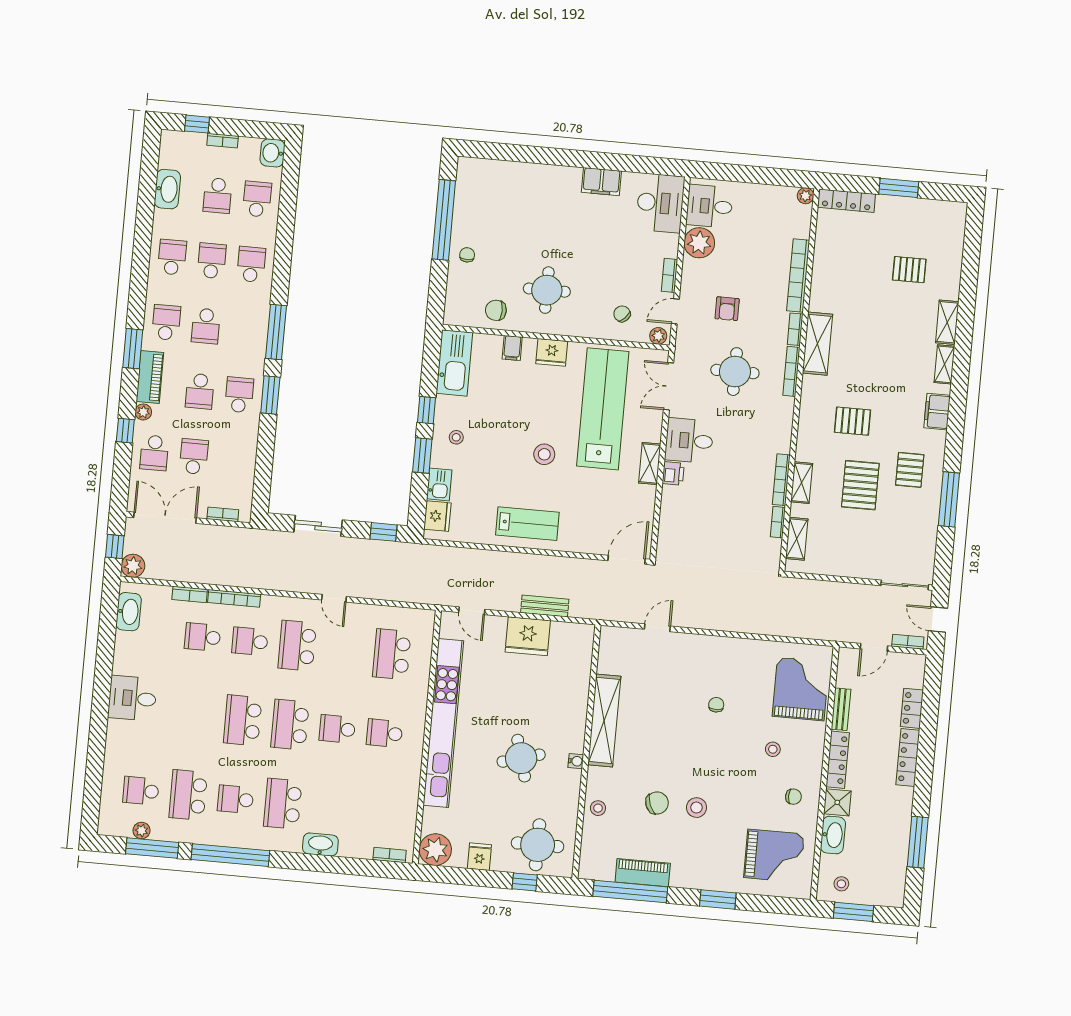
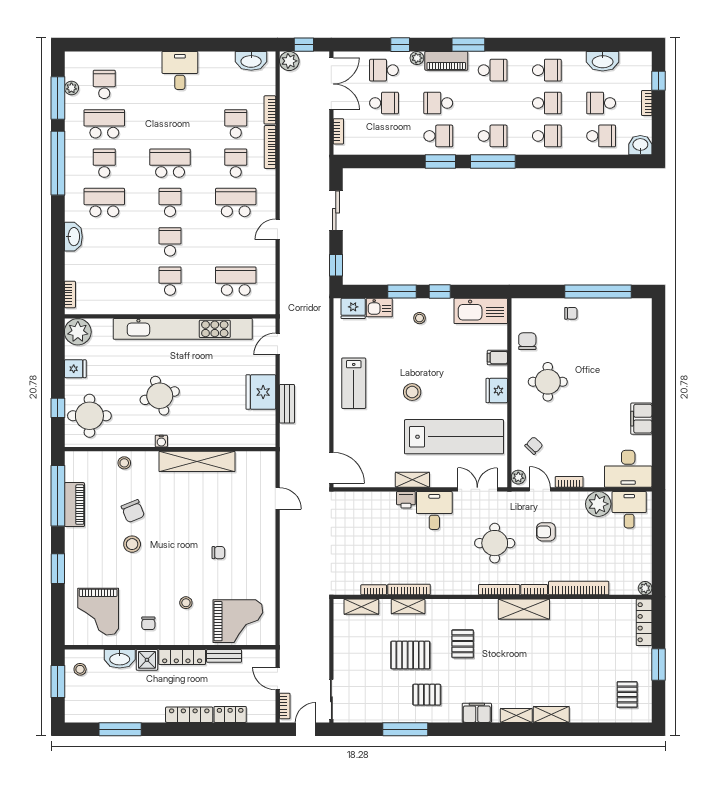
pallet: (909, 270) -> (627, 695), moved
school desk: (206, 326) -> (493, 136), moved, turned 180
school desk: (290, 725) -> (170, 202), width x0.54

